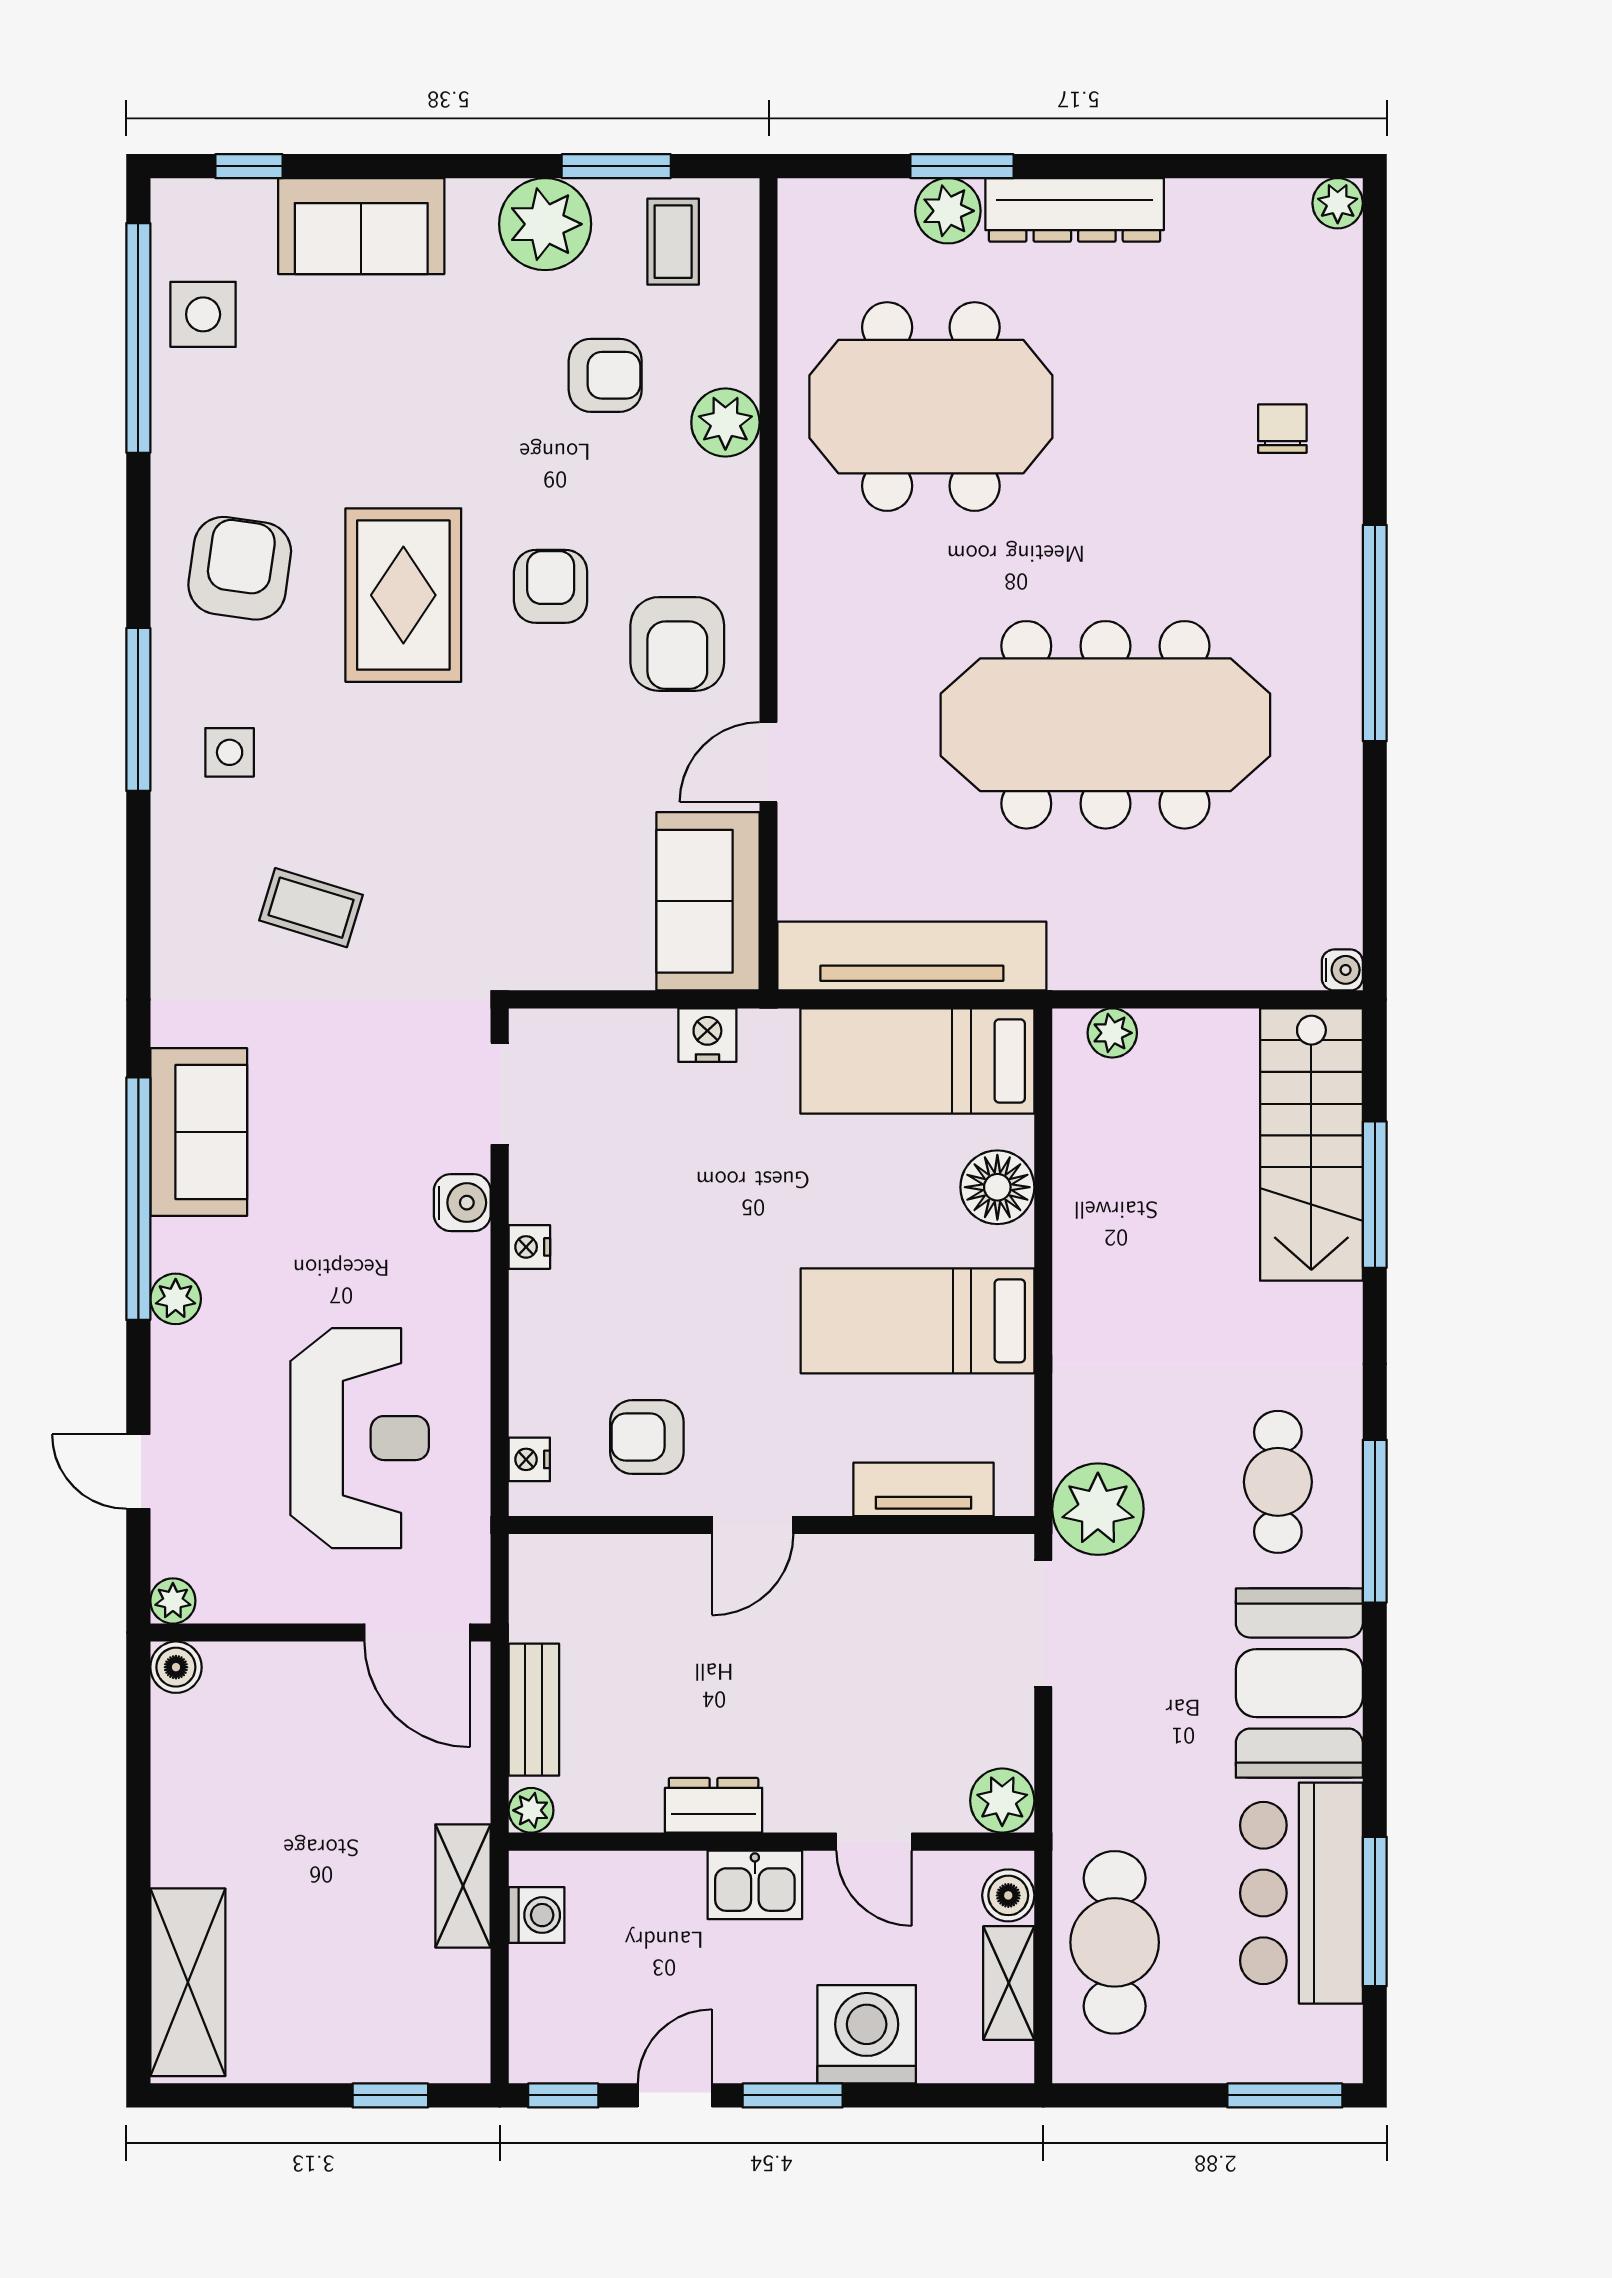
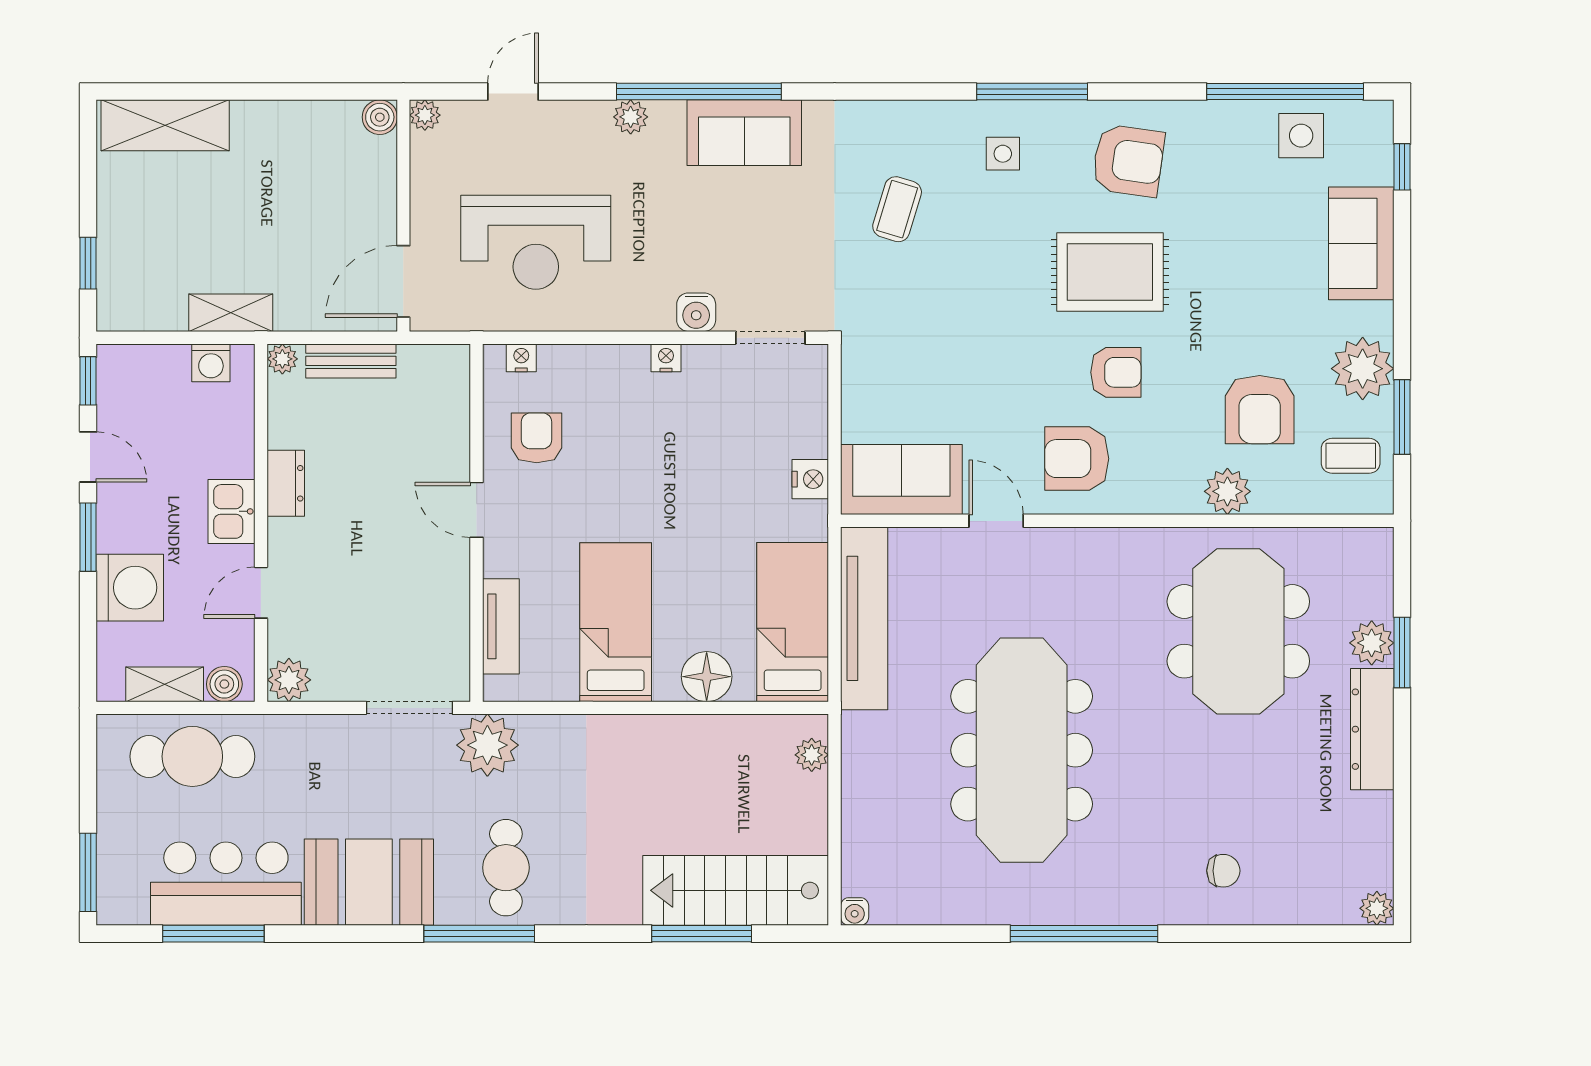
armchair: (605, 375) -> (1260, 410), width x1.38, depth x1.38
cafe table: (1278, 1482) -> (506, 868), turned 90

